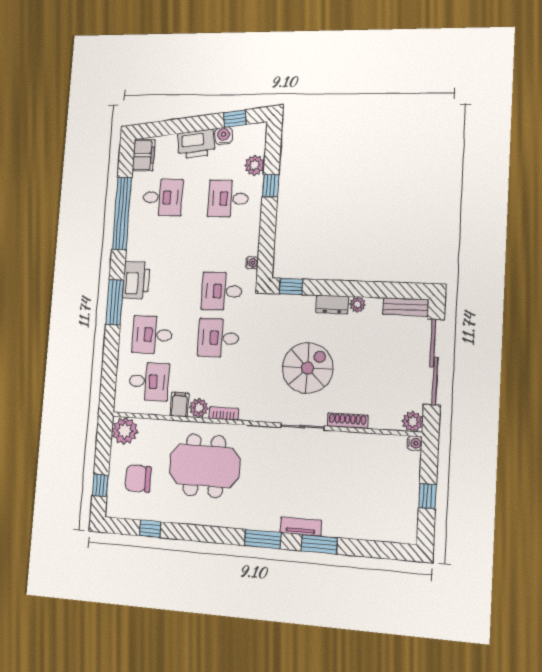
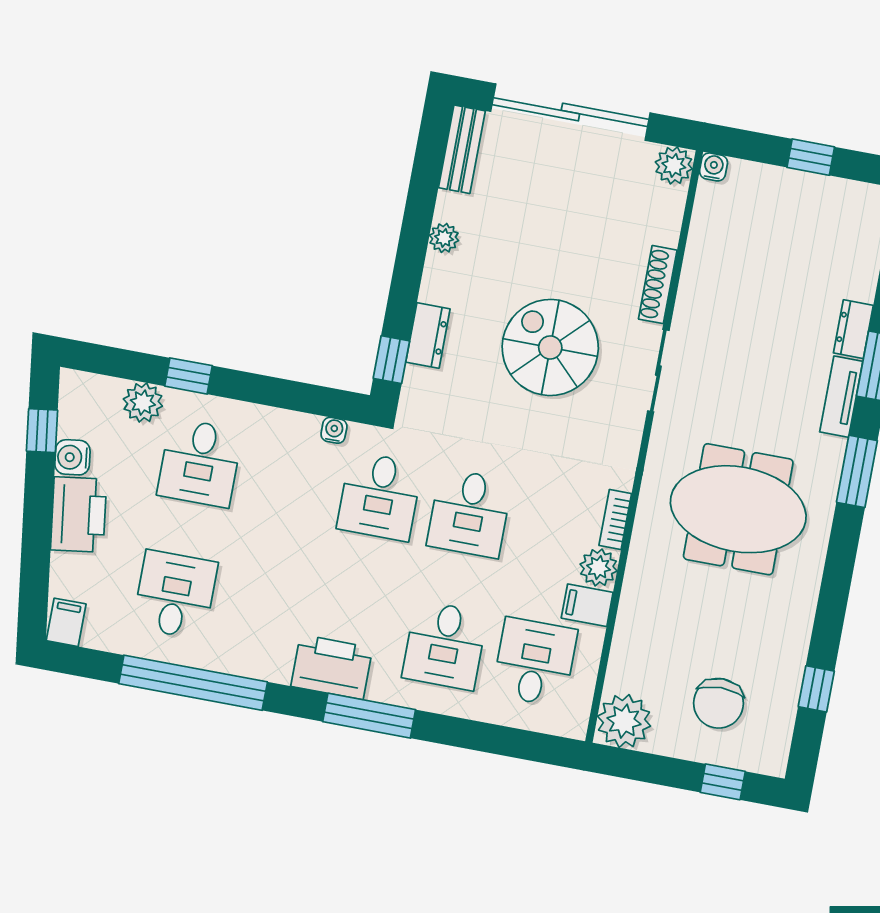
filing cabinet: (144, 155) -> (66, 622), width x0.50
dresser: (332, 305) -> (428, 335), moved
meeting table: (204, 466) -> (738, 509), moved, turned 90
dresser: (337, 529) -> (853, 329), added

